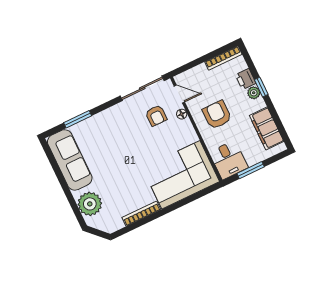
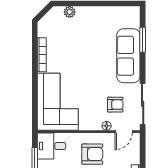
armchair: (156, 116) -> (115, 105), turned 180
sofa: (70, 160) -> (128, 56), moved, turned 90
plant: (90, 204) -> (70, 12), width x0.53, depth x0.53

